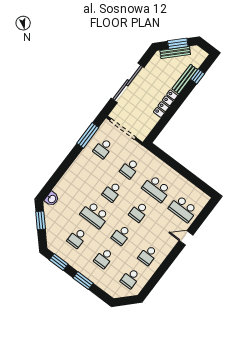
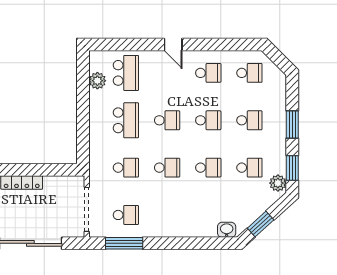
plant: (191, 190) -> (97, 81), added
school desk: (95, 215) -> (208, 168), width x0.54
door: (186, 238) -> (173, 45), moved
plant: (56, 248) -> (278, 183), added

